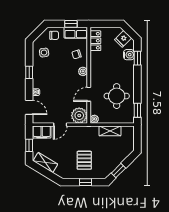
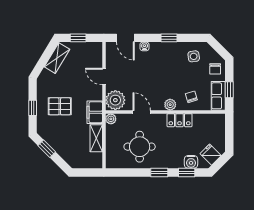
locker: (95, 41) -> (180, 120), moved
door: (29, 107) -> (125, 38), hinge flipped
window: (137, 110) -> (159, 172), moved
filing cabinet: (42, 132) -> (95, 112), moved

